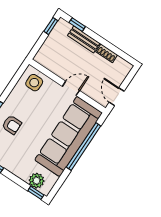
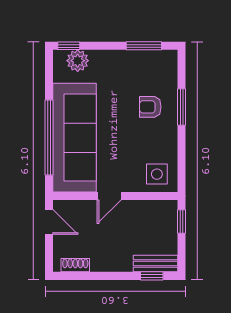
window: (51, 26) -> (182, 221), moved
bench: (84, 39) -> (156, 264), moved
shoe rack: (107, 53) -> (75, 265), moved

